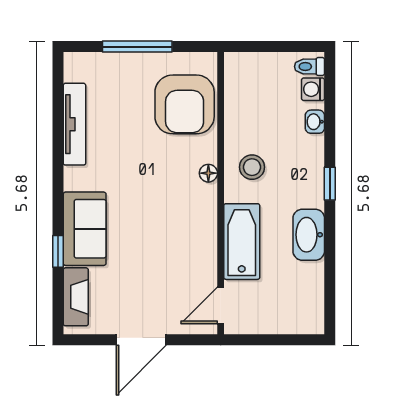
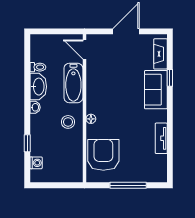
toilet: (309, 67) -> (38, 67), moved
washbasin: (315, 122) -> (35, 107), moved
tv unit: (74, 124) -> (161, 138), width x0.71
window: (330, 184) -> (27, 143), moved
door: (221, 305) -> (84, 49), swing flipped

